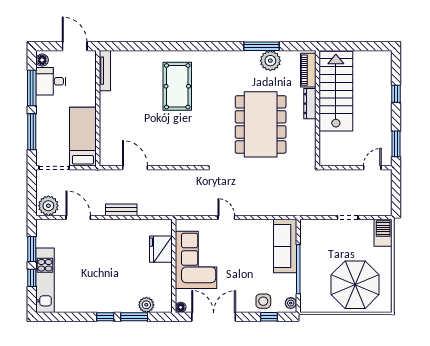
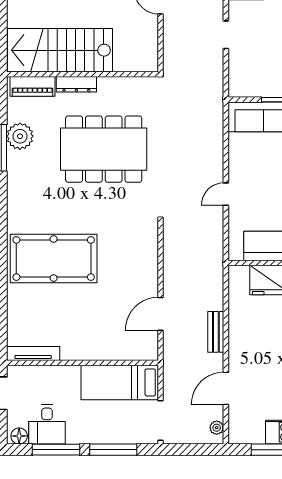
pool table: (177, 86) -> (54, 259), width x1.36, depth x1.32
plant: (48, 206) -> (217, 428), width x0.53, depth x0.53

